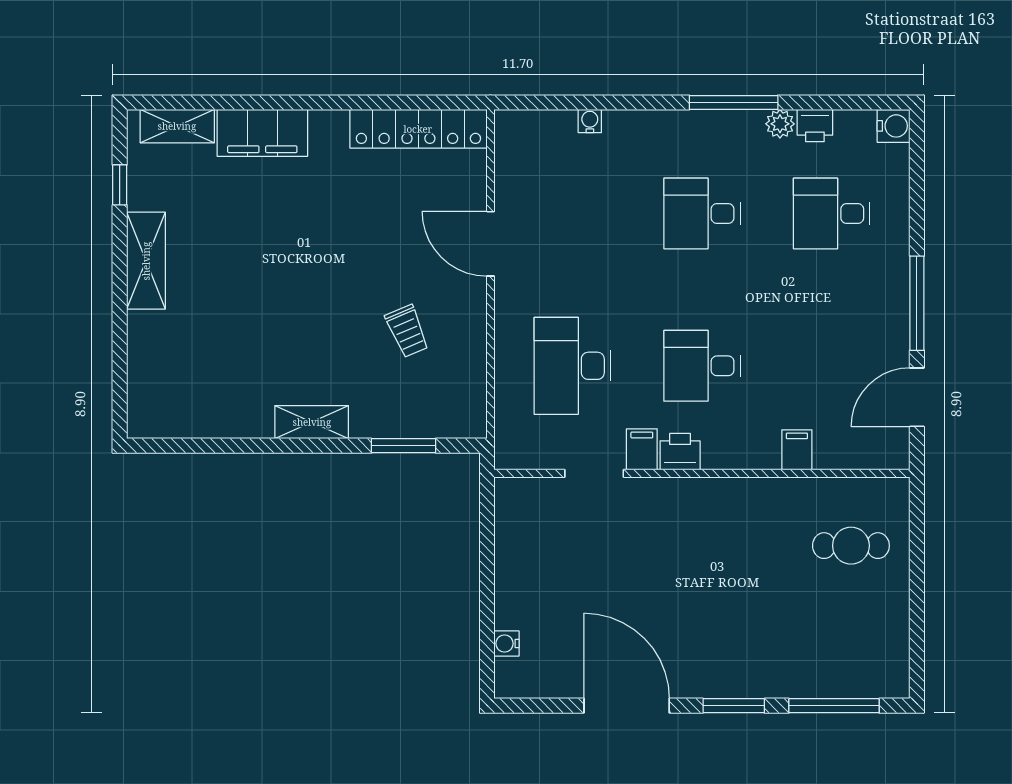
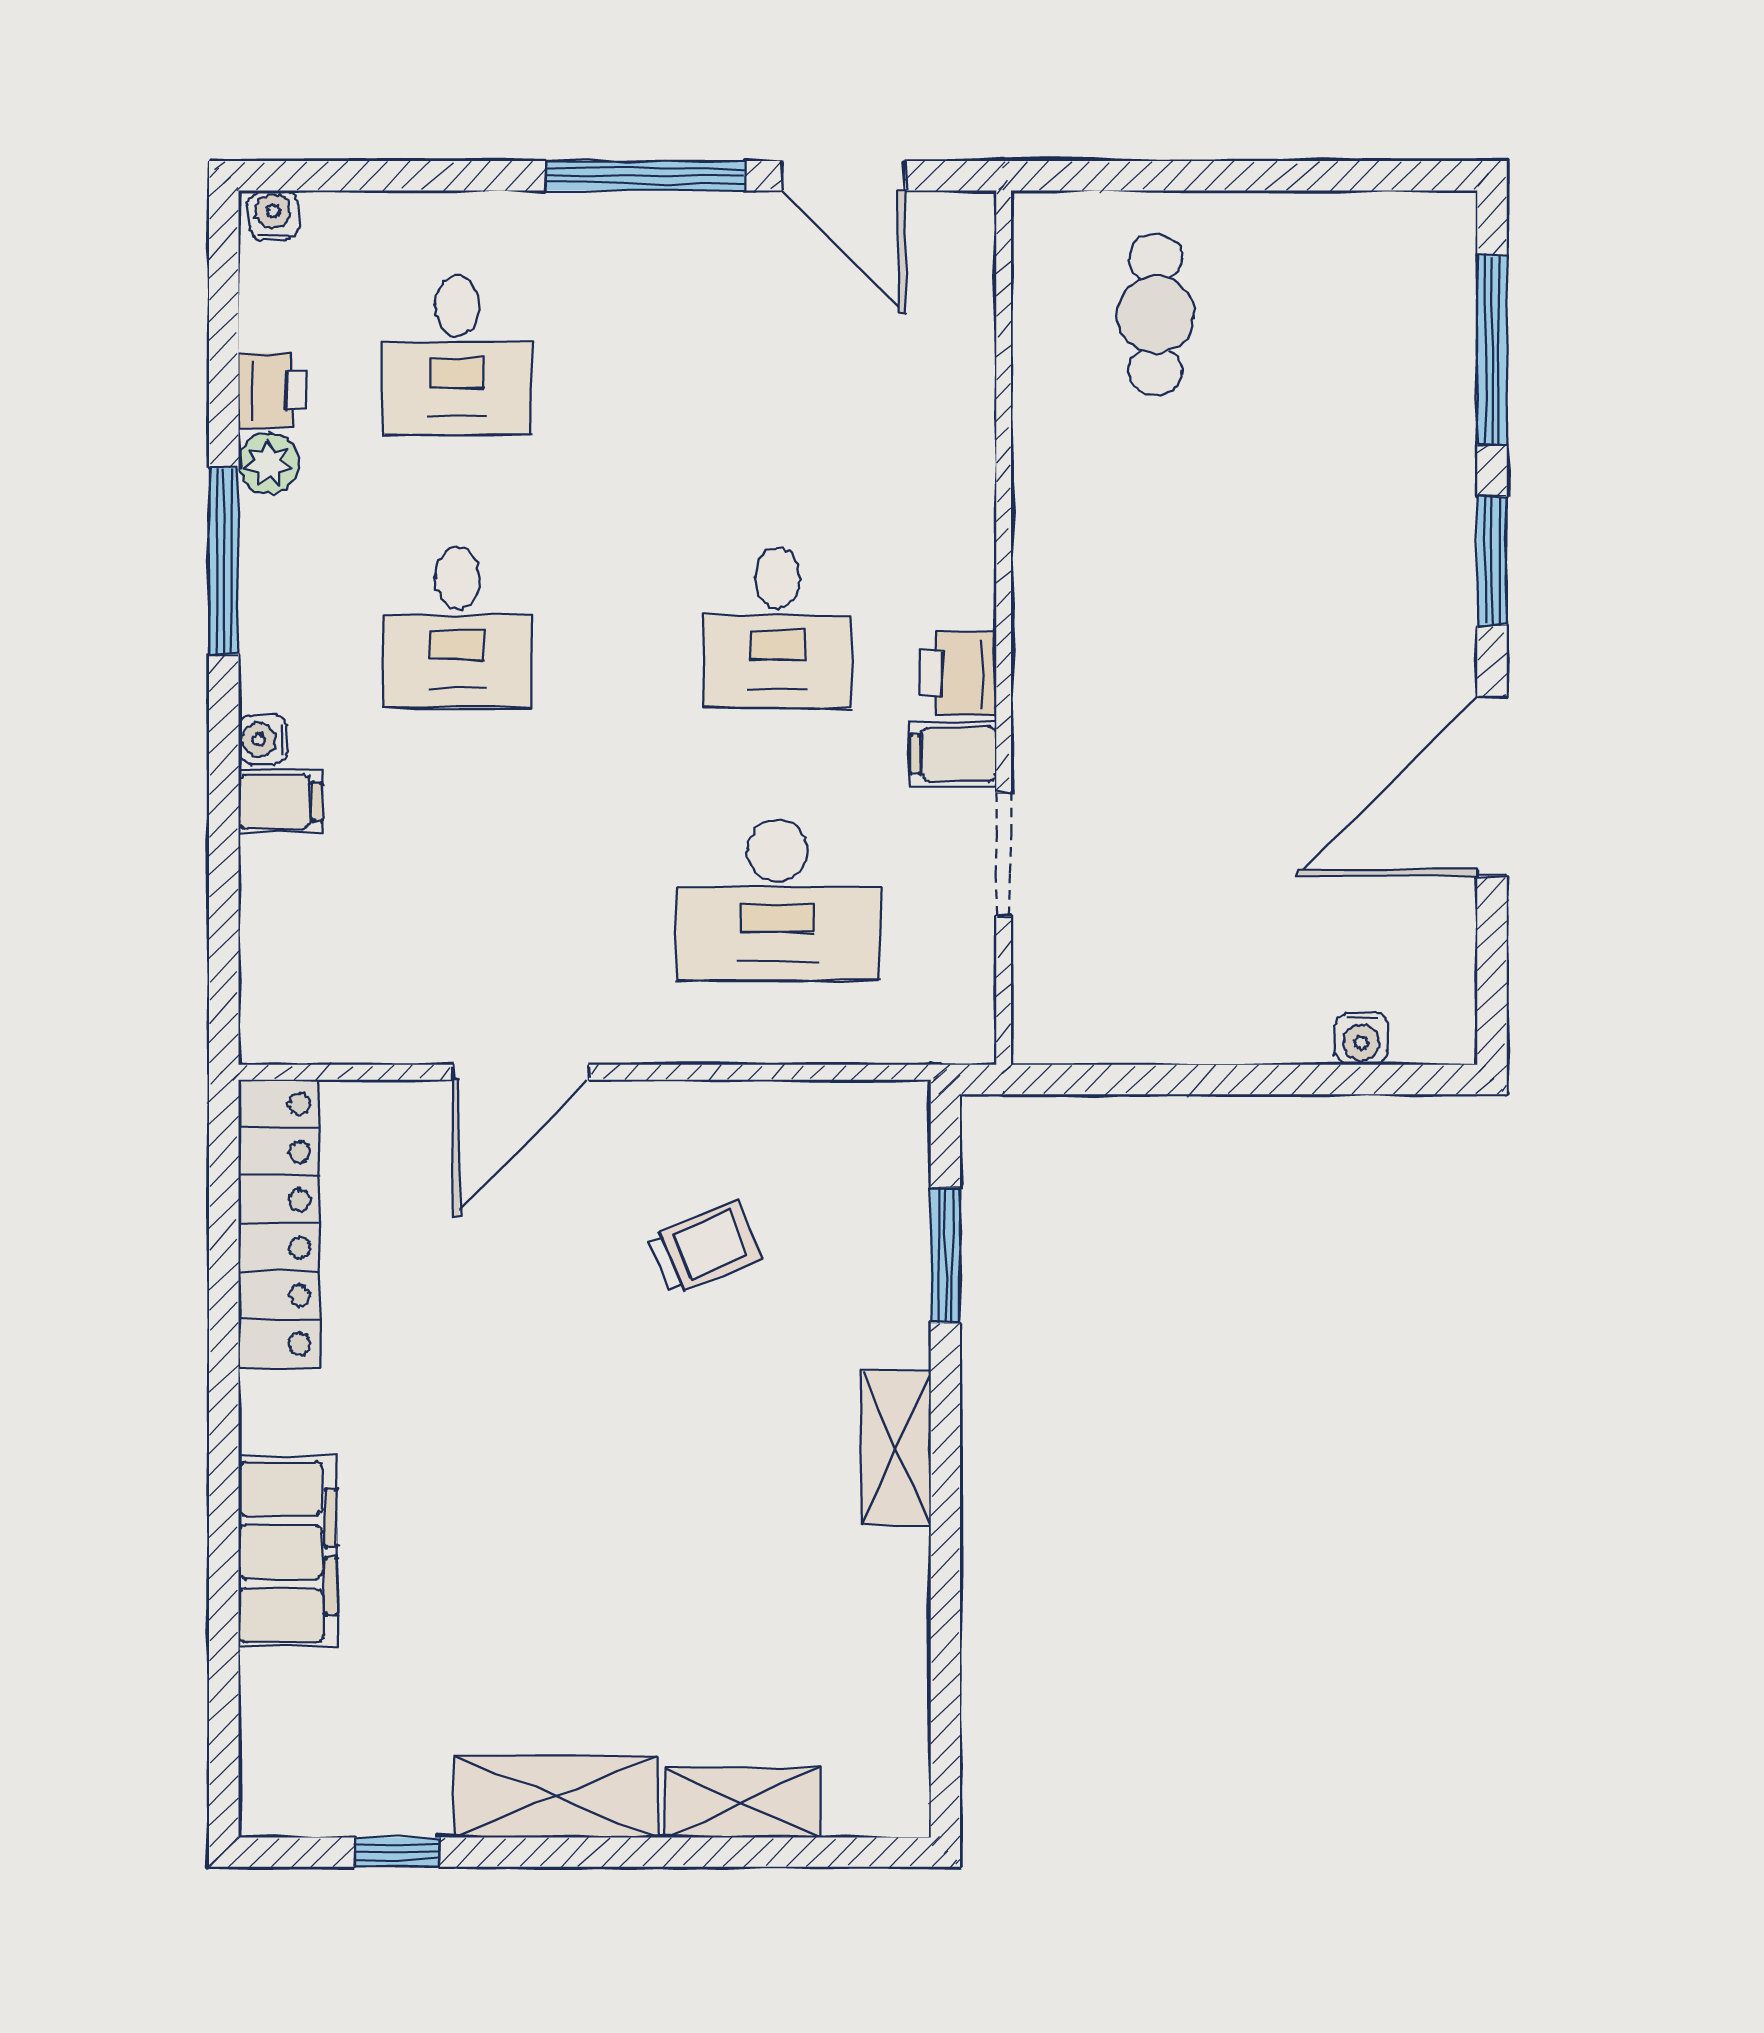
water cooler: (590, 121) -> (263, 740), moved
shelving: (177, 126) -> (742, 1802), moved, turned 90
water cooler: (894, 126) -> (273, 215), width x0.72, depth x0.72
filing cabinet: (797, 450) -> (280, 801), moved, turned 180

